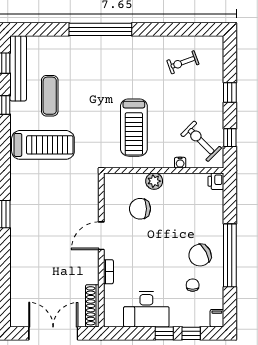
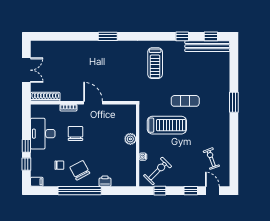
window: (100, 29) -> (234, 102), width x0.47
door: (230, 61) -> (212, 191), added
exercise mat: (50, 96) -> (185, 101), moved
treadmill: (134, 128) -> (167, 125), turned 180
treadmill: (43, 145) -> (155, 63), width x0.73, depth x0.73
printer: (216, 181) -> (105, 181), moved
chair: (140, 209) -> (75, 133), moved
double door: (53, 333) -> (26, 70), width x0.73

